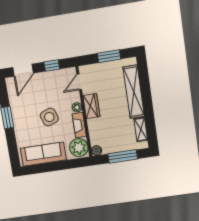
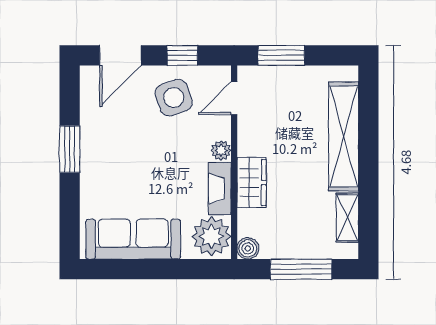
window: (109, 56) -> (281, 55), moved
wardrobe: (91, 106) -> (252, 183), moved
side table: (49, 117) -> (174, 98), moved

